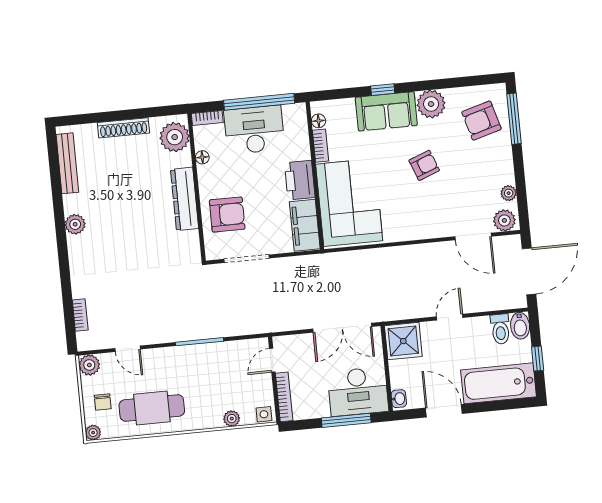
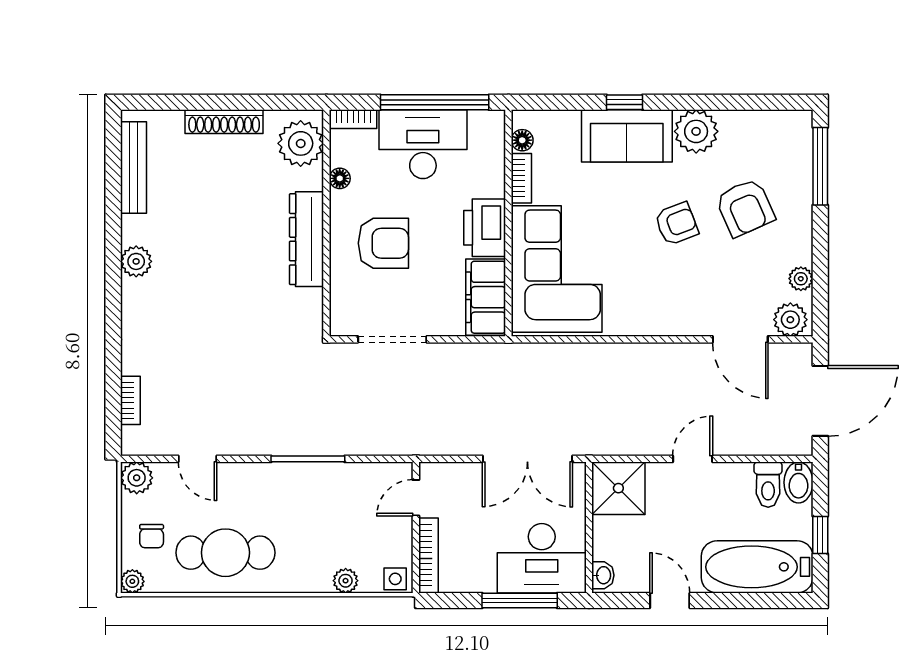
armchair: (482, 121) -> (745, 208), moved, turned -98
armchair: (227, 215) -> (383, 243), moved
door: (444, 411) -> (670, 600), width x0.73

